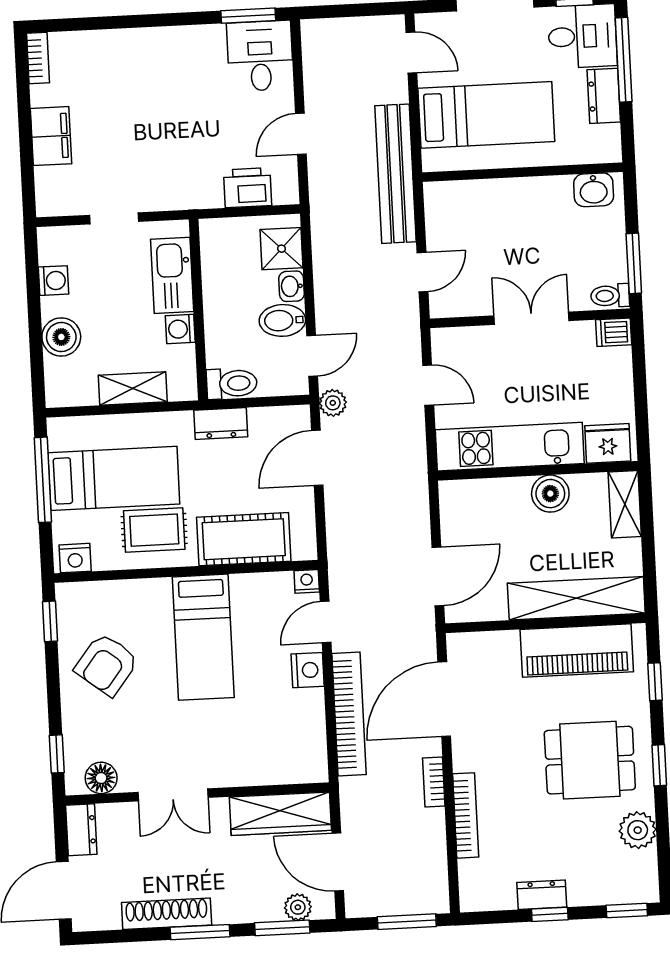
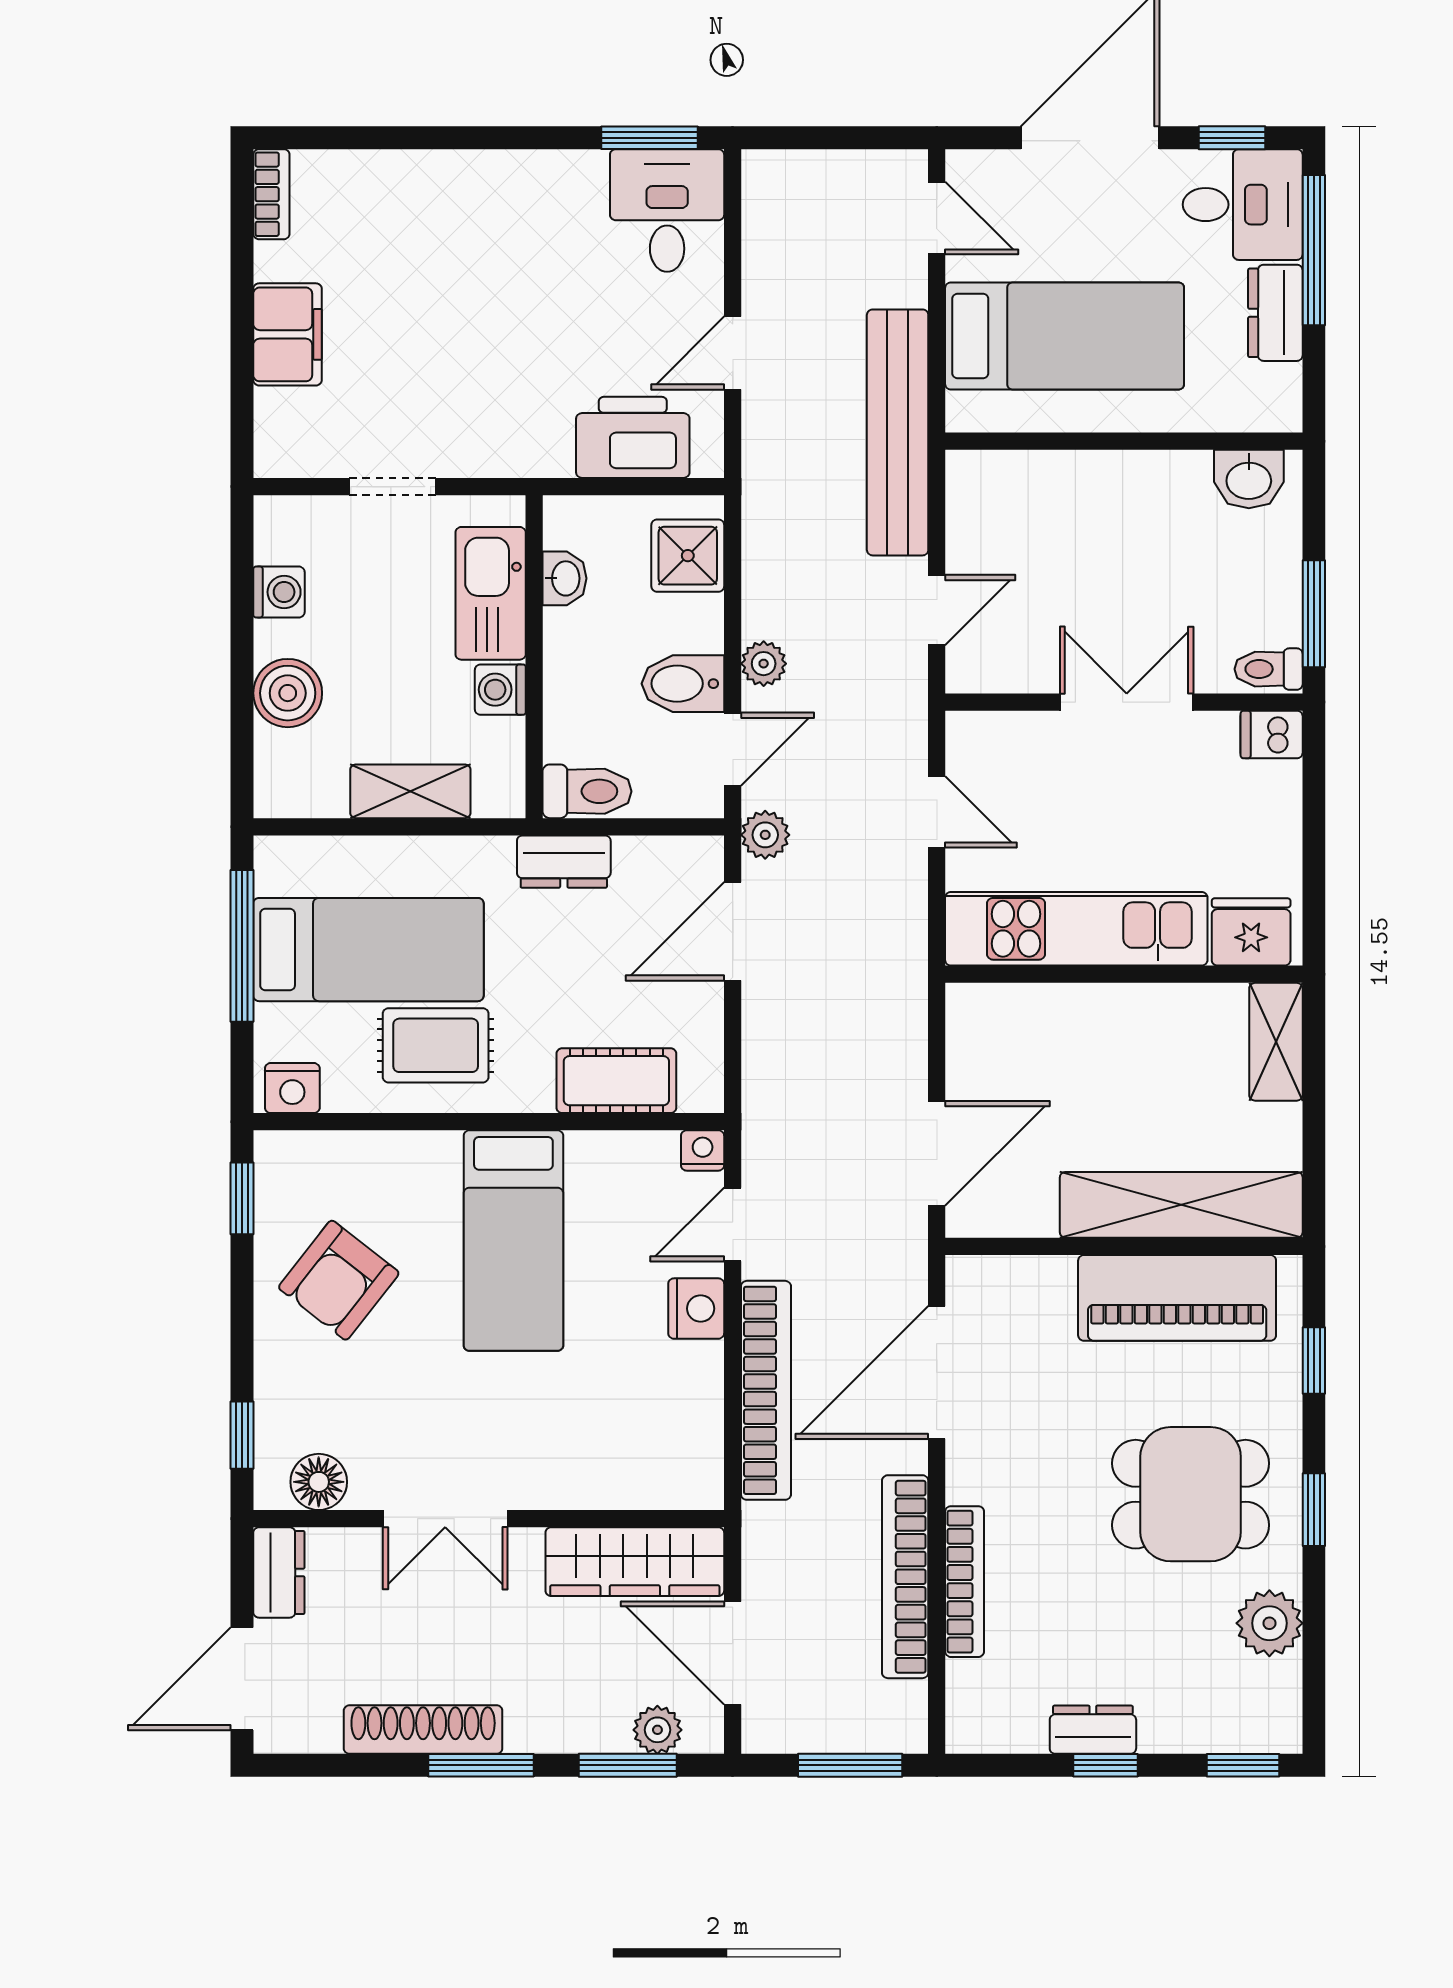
printer: (248, 188) -> (633, 437), width x1.37, depth x1.19
washbasin: (292, 286) -> (564, 578), moved, turned 180
plant: (327, 307) -> (764, 664), added
boiler: (550, 494) -> (1144, 1016), removed
cot: (244, 539) -> (616, 1081), width x0.73, depth x0.75
bookcase: (434, 782) -> (905, 1577), width x2.31, depth x1.31

